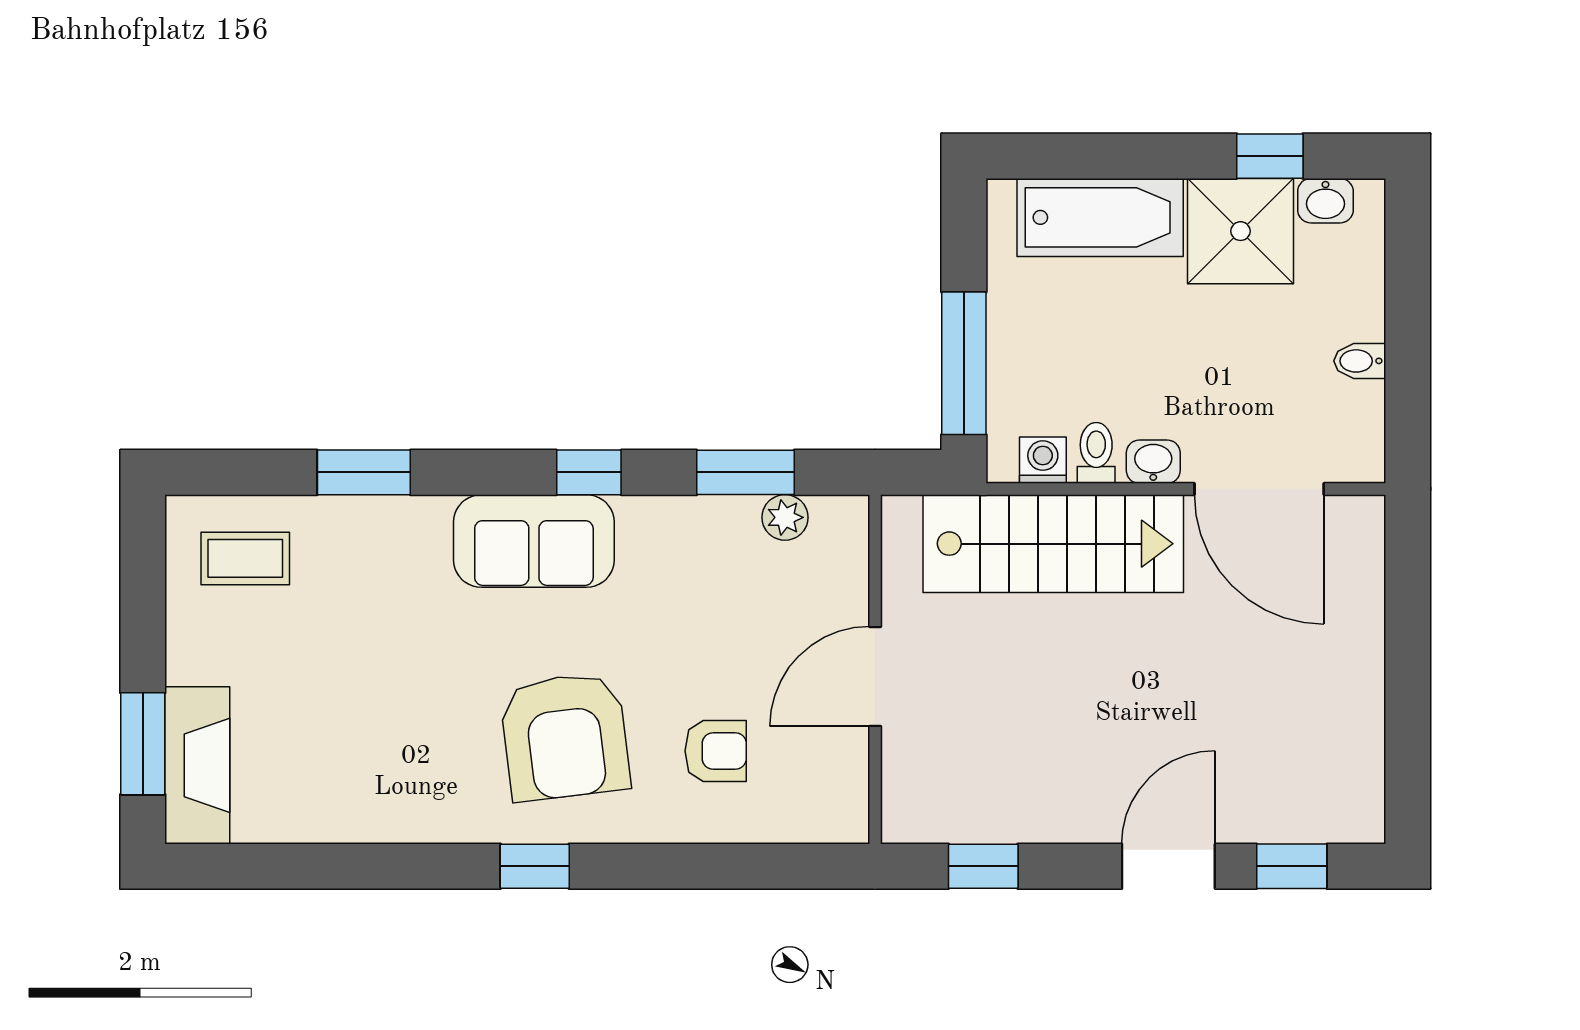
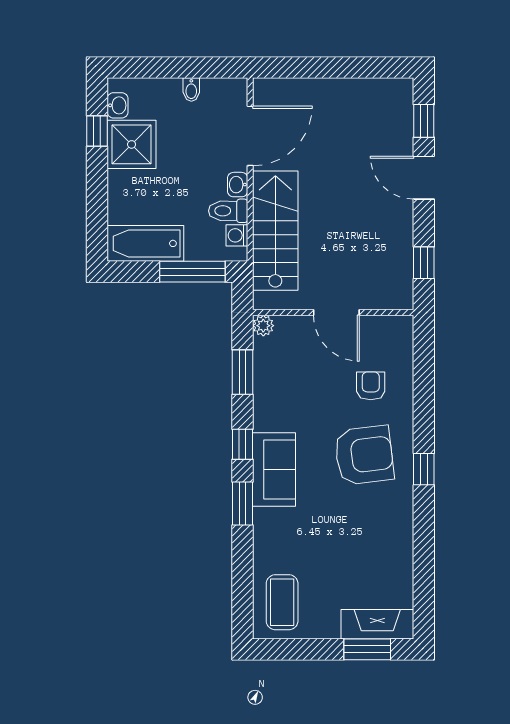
bathtub: (1100, 217) -> (145, 243), moved, turned -90
toilet: (1096, 453) -> (228, 211), width x1.37, depth x1.39
window: (364, 472) -> (243, 503), moved
plant: (785, 517) -> (263, 326), moved
coffee table: (245, 558) -> (282, 602), width x1.36, depth x1.30

